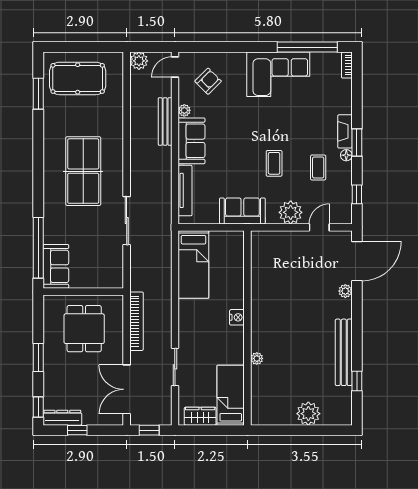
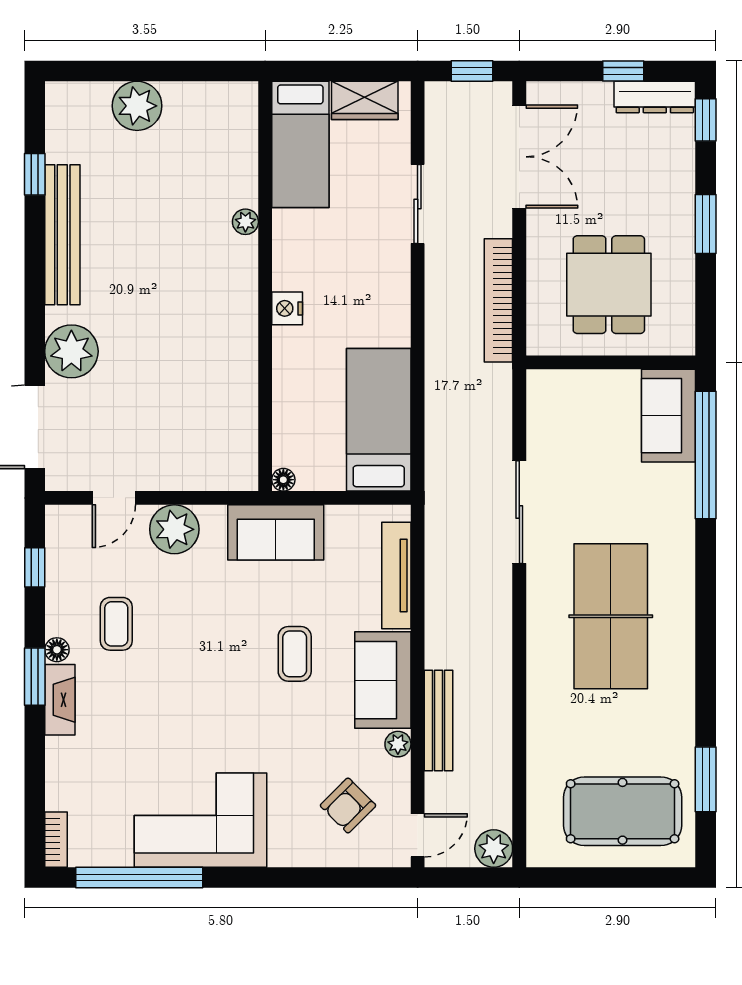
coffee table: (274, 163) -> (295, 654), moved
floor lamp: (239, 236) -> (283, 480), added
plant: (345, 291) -> (71, 351), width x1.88, depth x1.88

